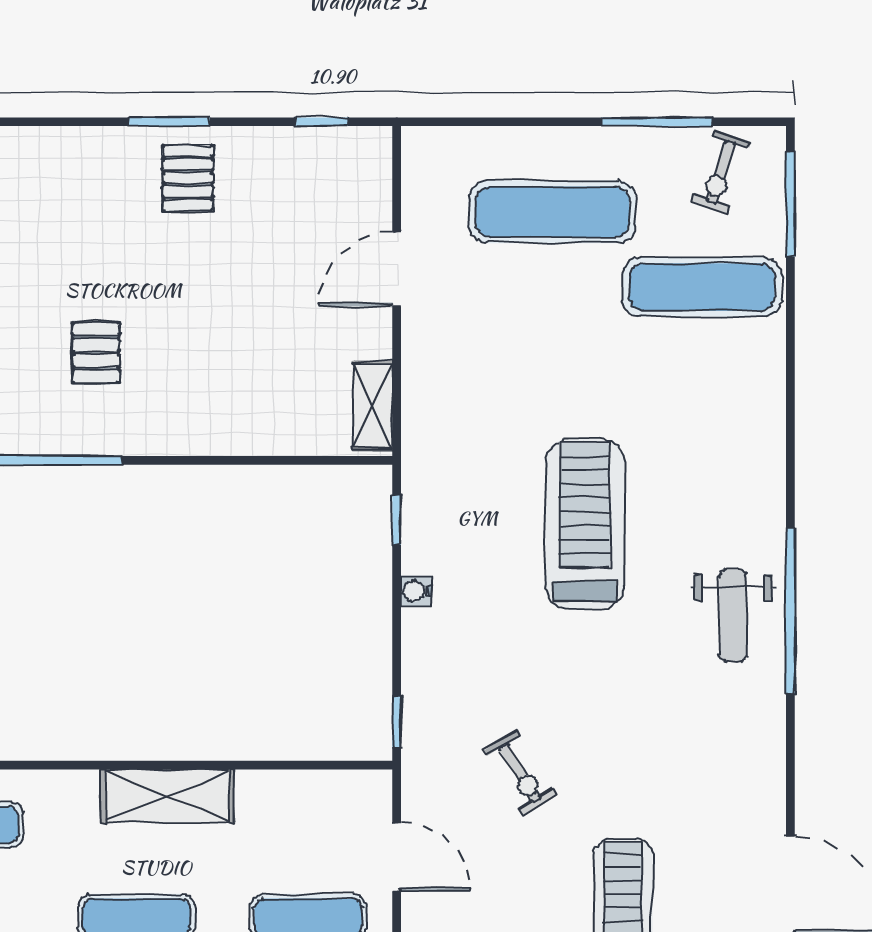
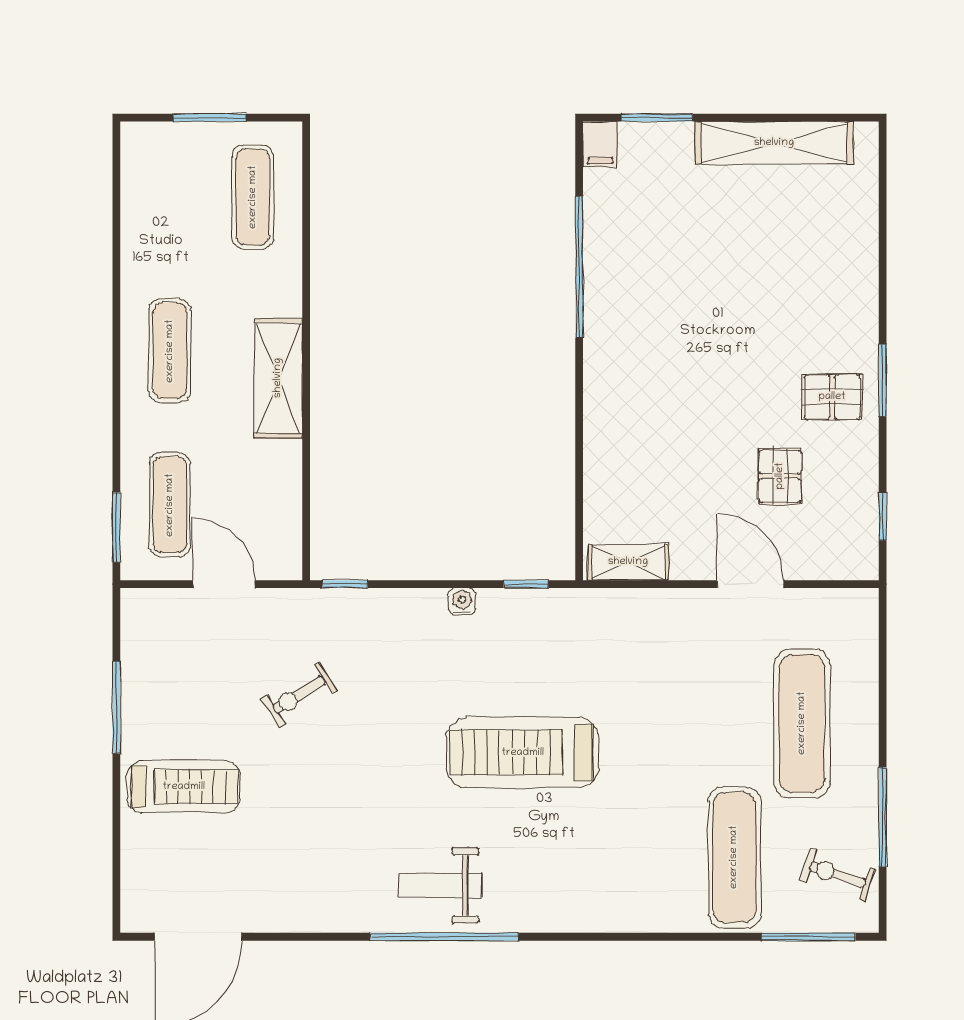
pallet: (96, 353) -> (780, 476), moved, turned 90
treadmill: (585, 524) -> (523, 753), turned 180
door: (397, 857) -> (224, 584), swing flipped

